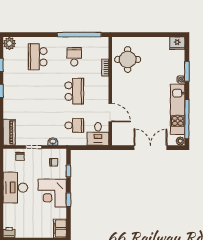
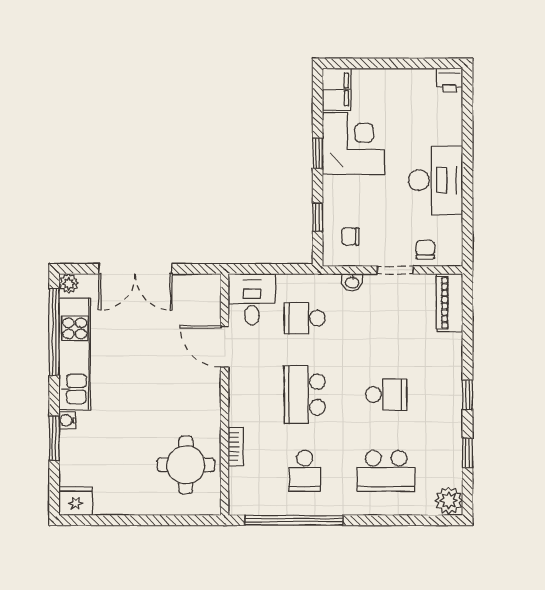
school desk: (38, 57) -> (386, 471), turned 90
school desk: (38, 91) -> (386, 395), added
corner desk: (52, 193) -> (354, 143), moved

